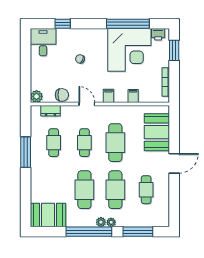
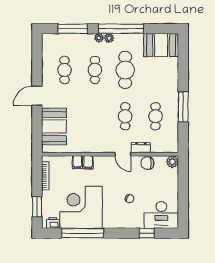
desk: (43, 42) -> (161, 215), width x1.37
filing cabinet: (108, 96) -> (88, 162), moved
dresser: (50, 111) -> (141, 148), moved
cafe table: (115, 143) -> (95, 116), removed
cafe table: (115, 190) -> (95, 70), width x0.73, depth x0.74

